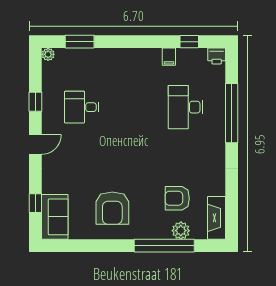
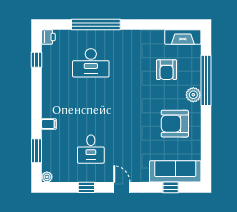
filing cabinet: (169, 57) -> (49, 124), moved
armchair: (112, 208) -> (175, 124), turned 180
sofa: (55, 217) -> (175, 171), width x1.36
plant: (181, 231) -> (193, 95), moved

